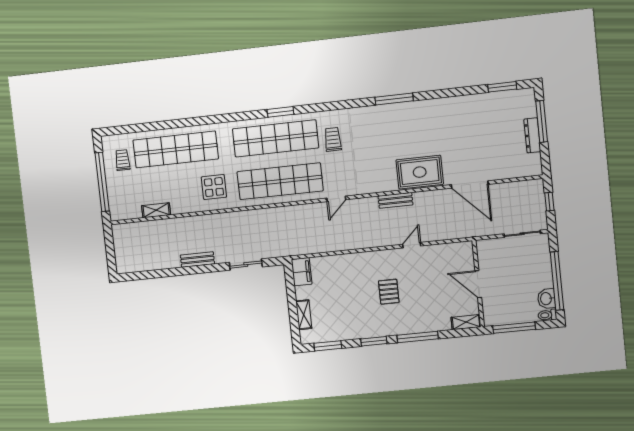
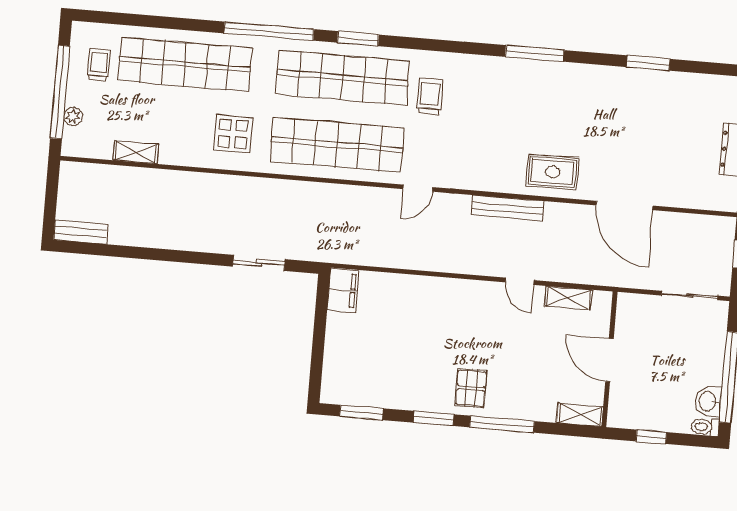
window: (502, 87) -> (648, 63), moved
window: (224, 118) -> (269, 31), added
rug: (420, 172) -> (553, 172), width x0.73, depth x0.70
plant: (113, 196) -> (73, 117), added
bench: (395, 200) -> (508, 208), width x1.36
door: (412, 245) -> (520, 281), swing flipped
bench: (197, 259) -> (80, 232), moved
pallet: (389, 292) -> (471, 388), moved
shelving: (304, 315) -> (568, 298), moved, turned 90
window: (514, 328) -> (651, 437), width x0.46

